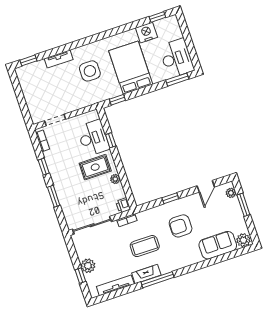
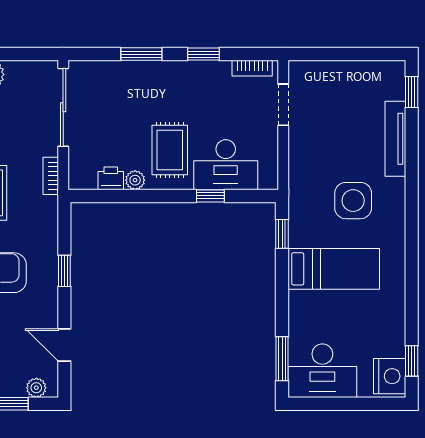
nightstand: (146, 32) -> (390, 376), moved
tv unit: (59, 59) -> (395, 139), width x1.41
bed: (131, 68) -> (334, 269), width x0.67
printer: (123, 205) -> (111, 178), moved

